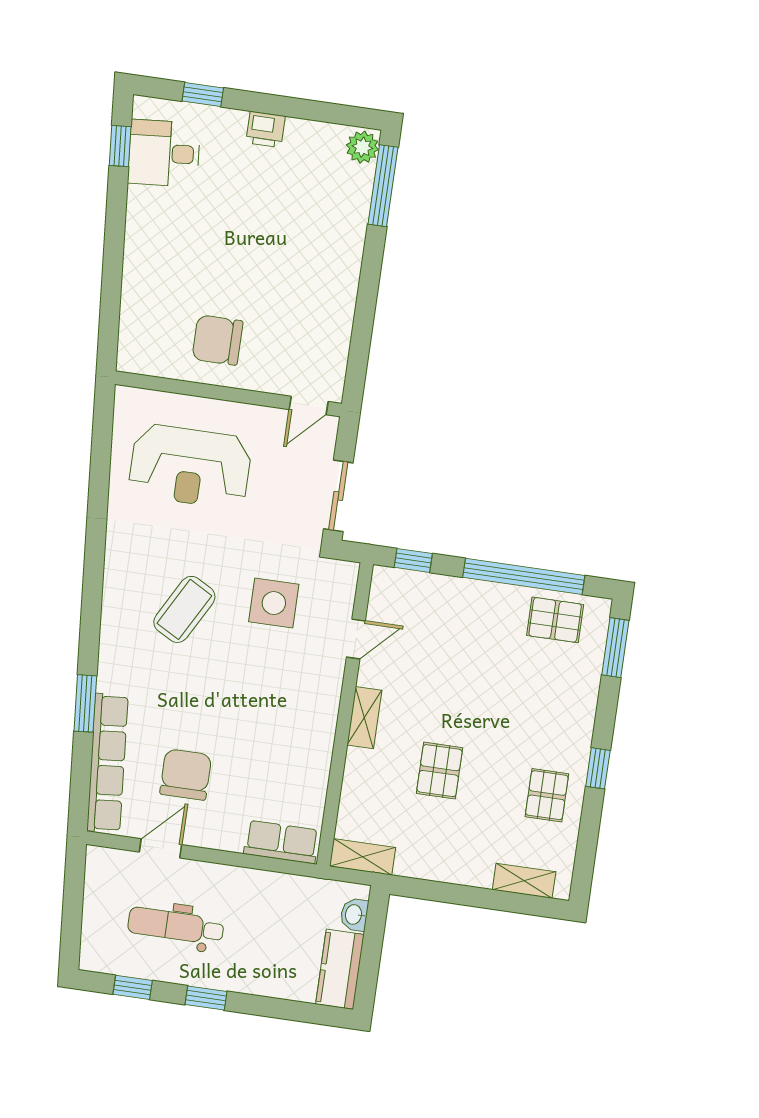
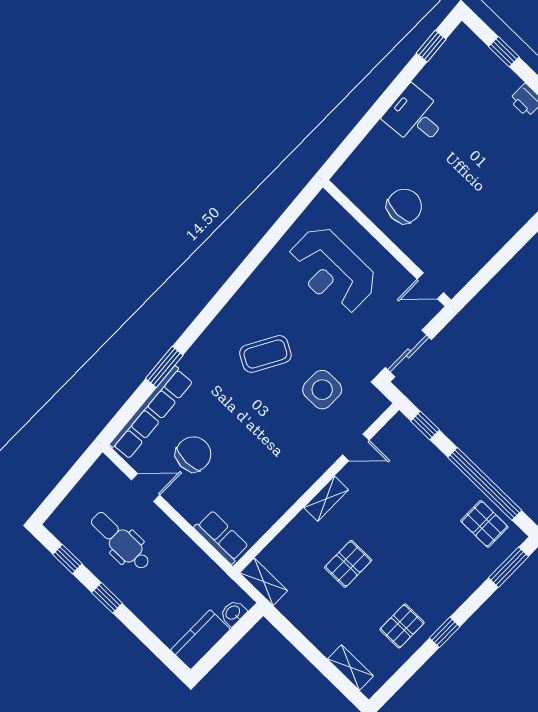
desk: (164, 153) -> (415, 117), moved
chair: (217, 340) -> (404, 206), turned 91

